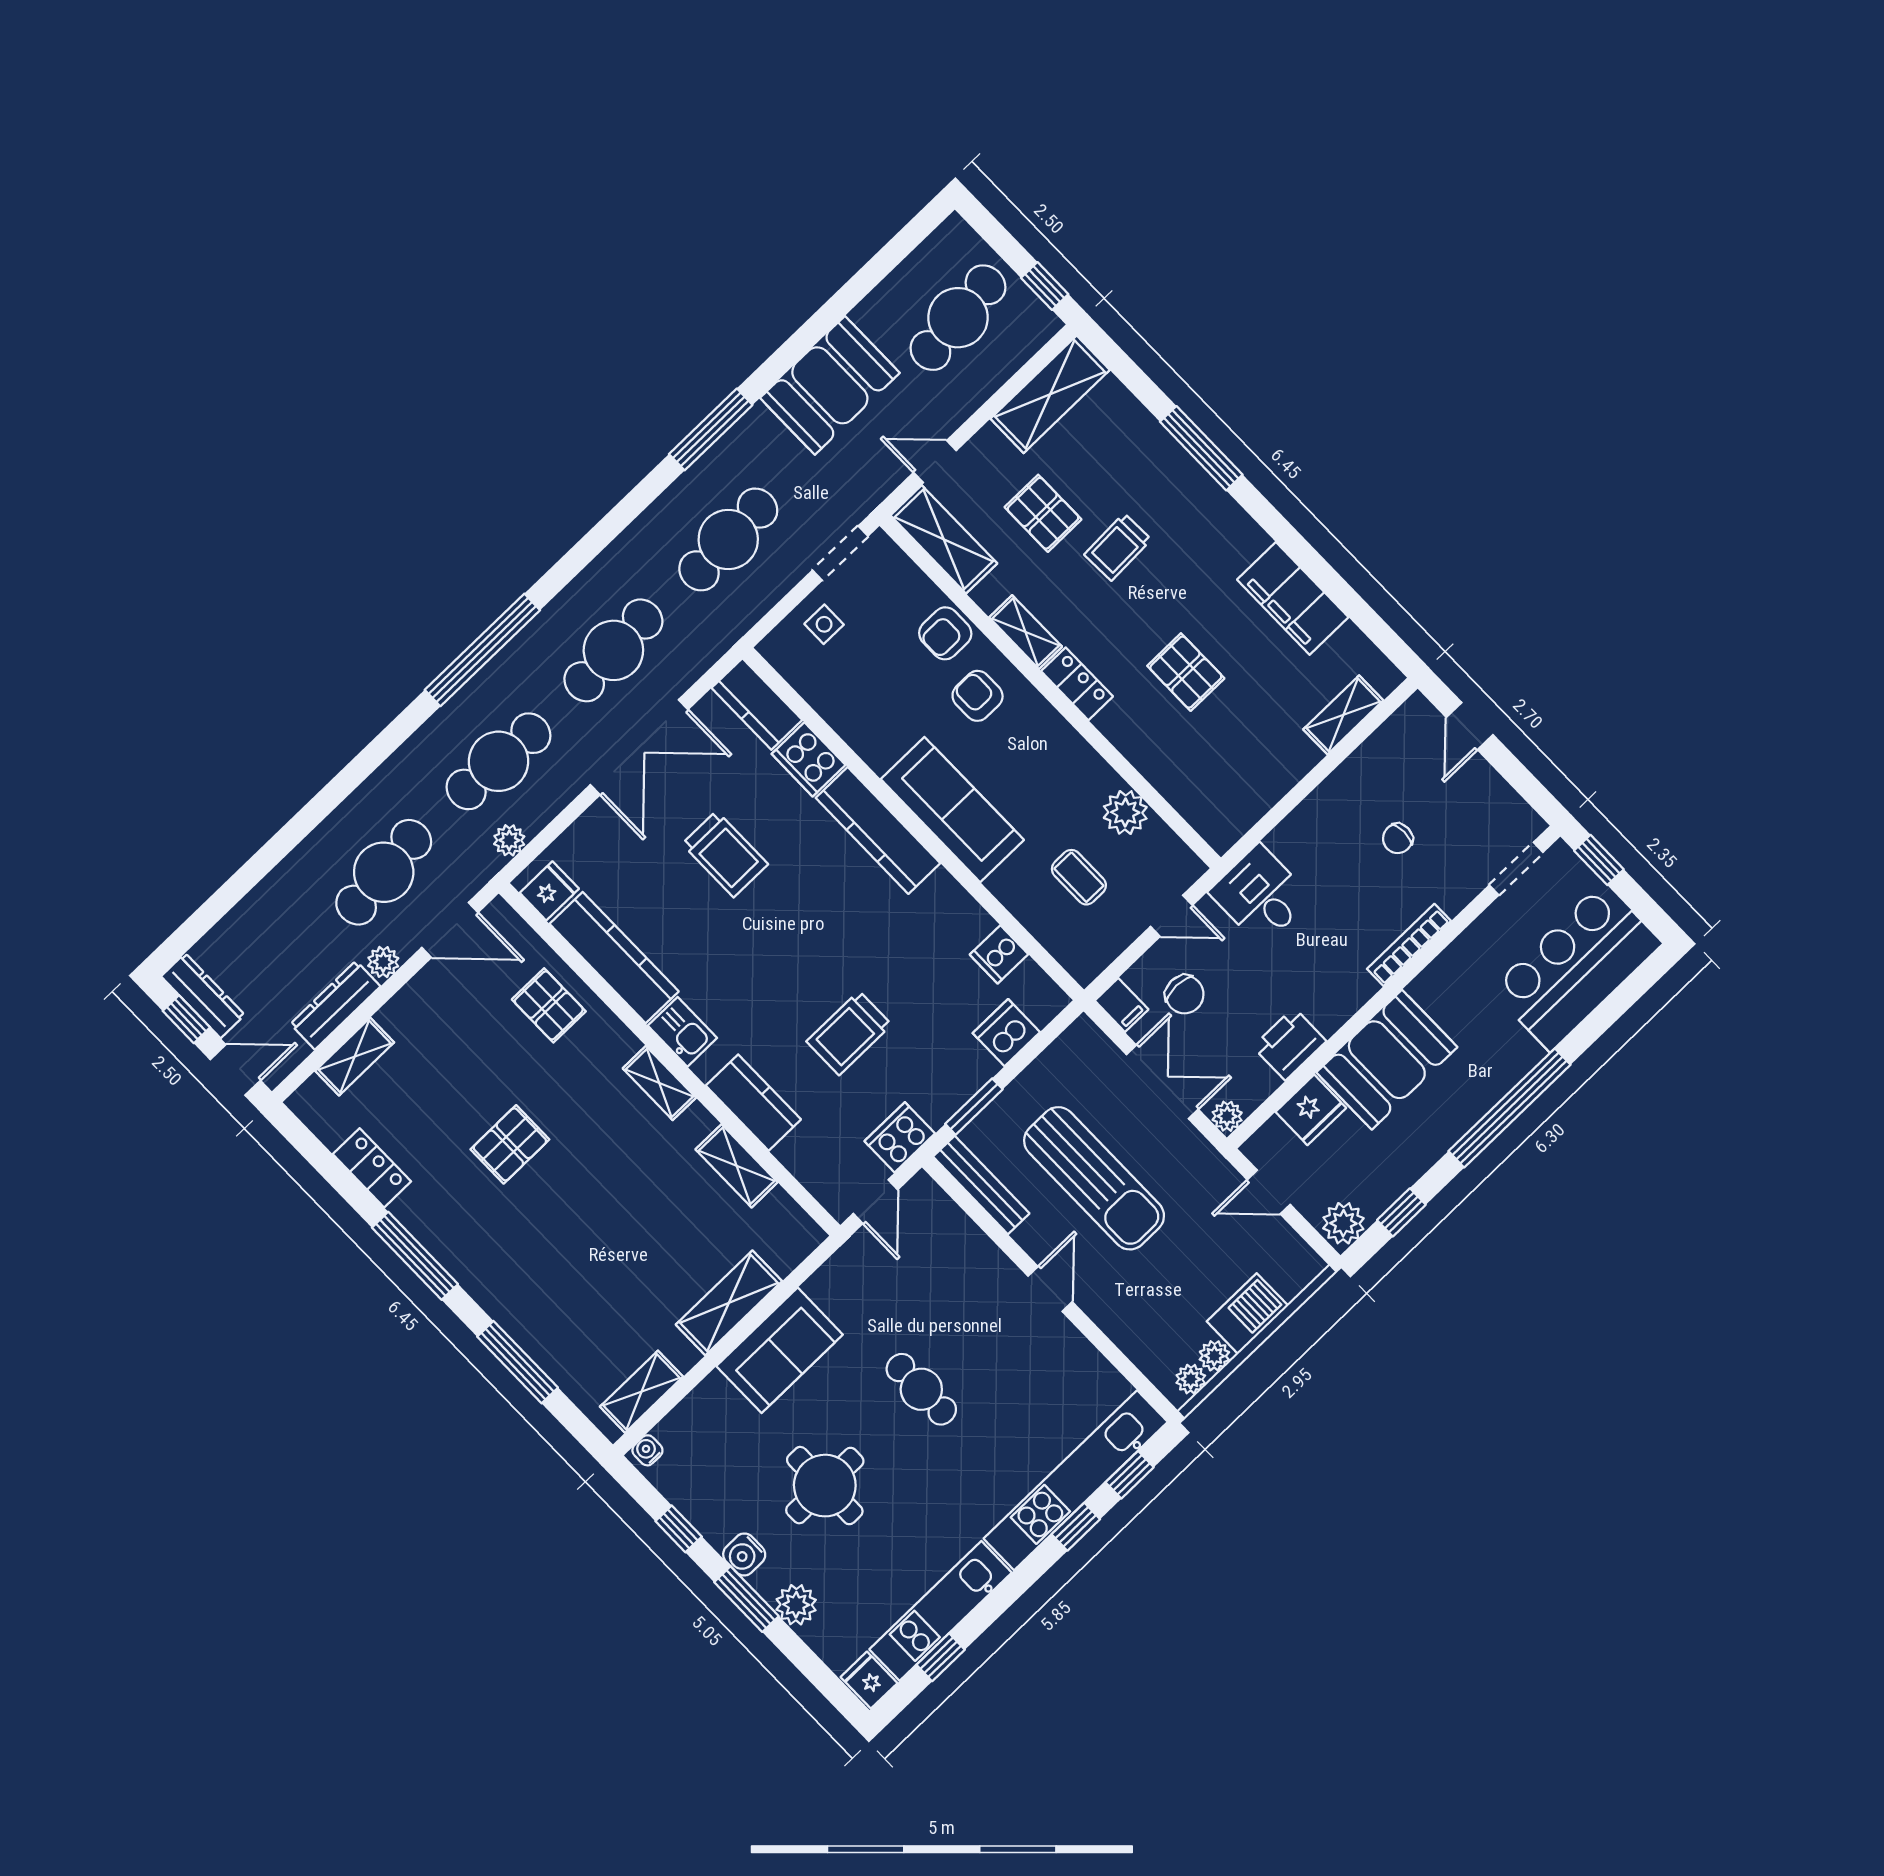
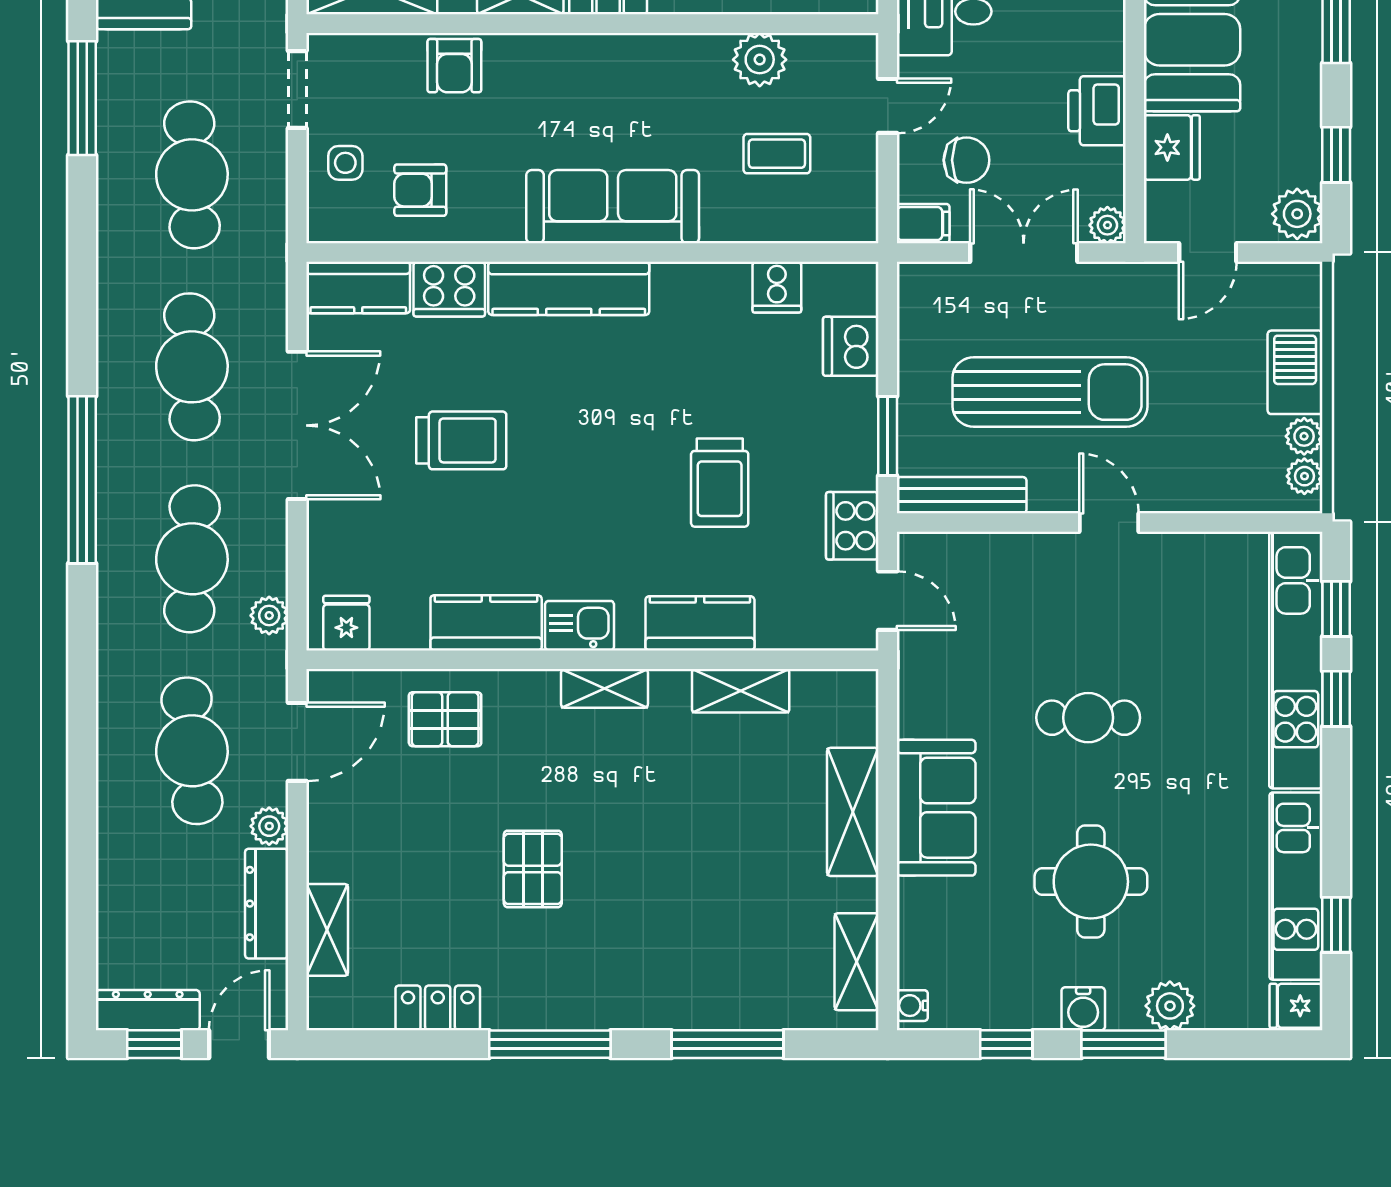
armchair: (978, 696) -> (420, 190), moved
kitchen counter: (614, 958) -> (486, 623), width x0.67

